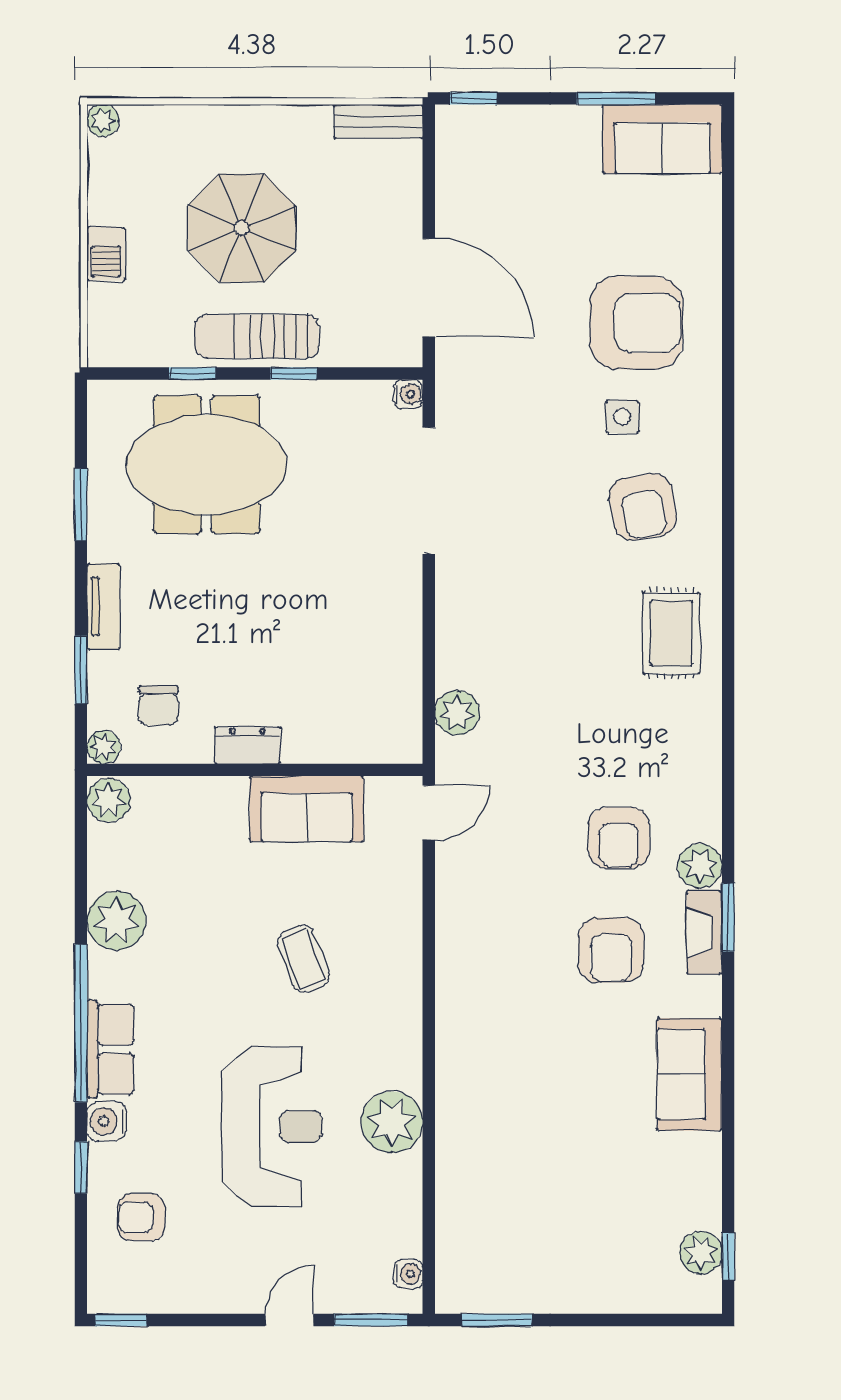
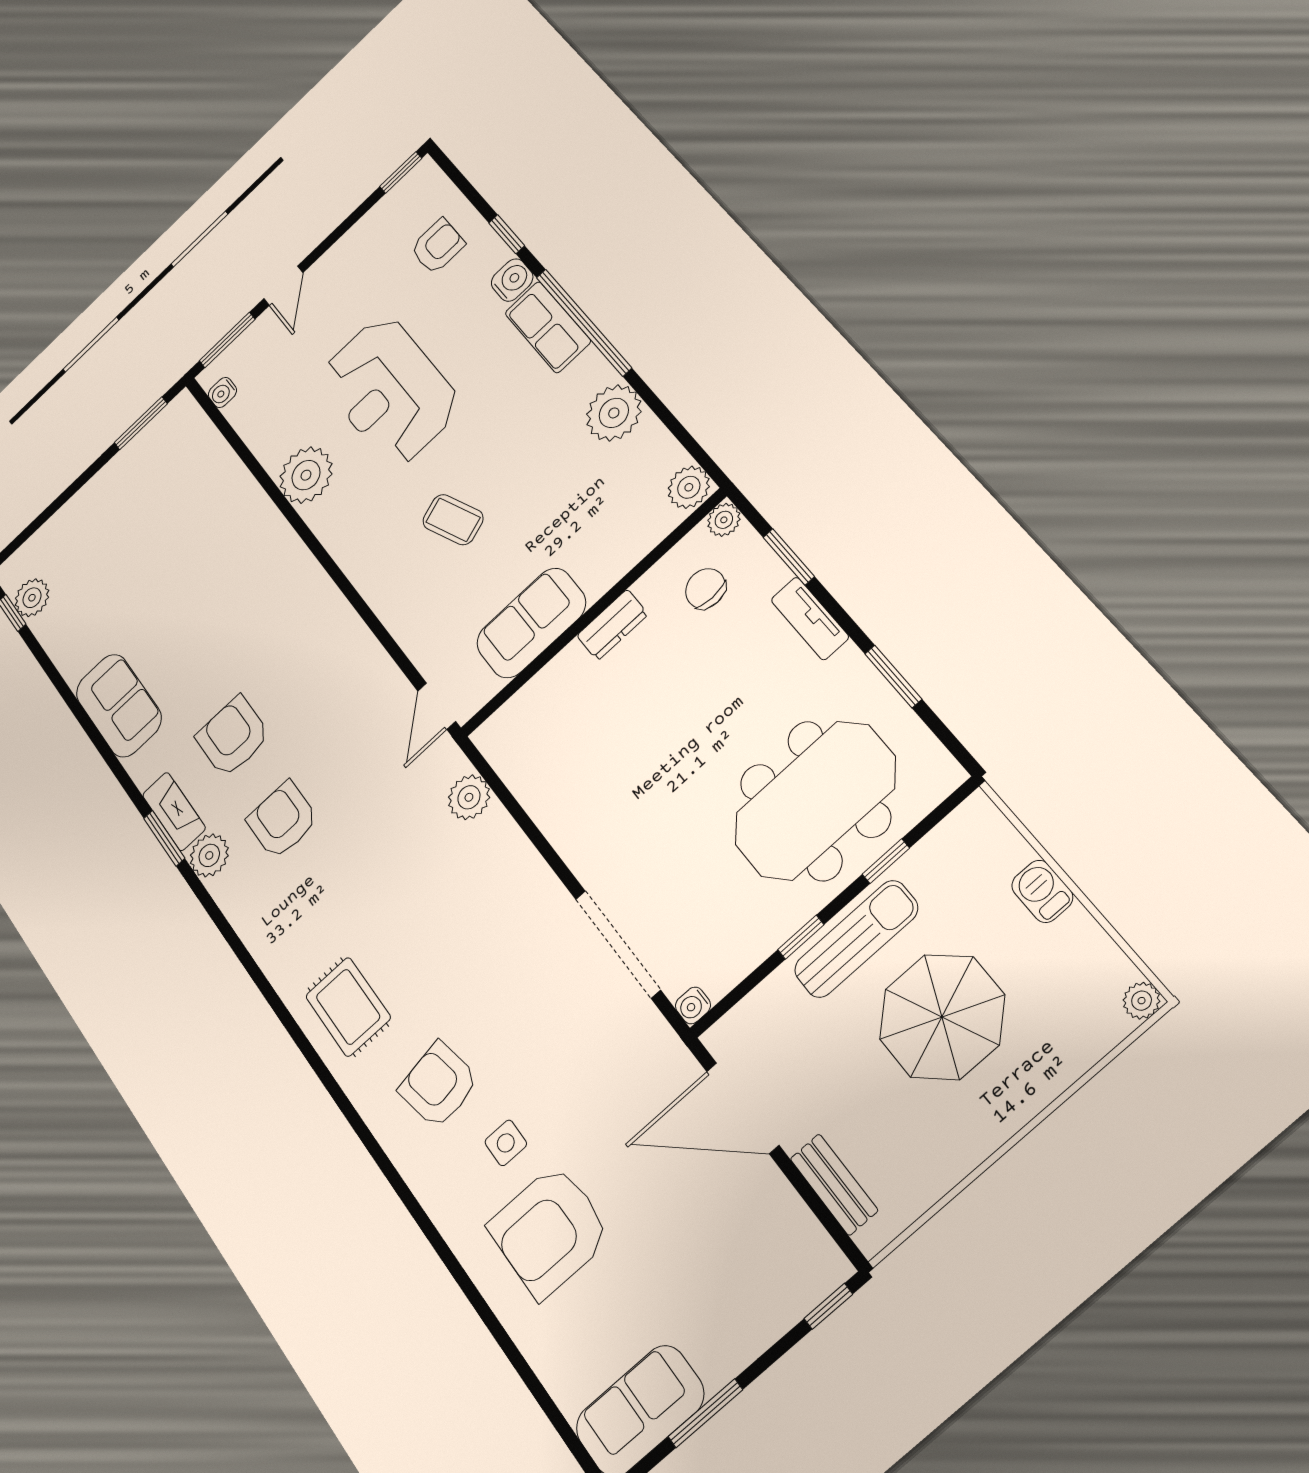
bench: (378, 122) -> (834, 1185), moved, turned 90

